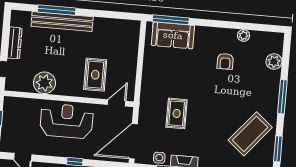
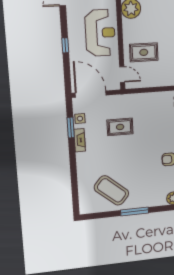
window: (282, 97) -> (135, 211), moved
window: (278, 149) -> (102, 215), removed

